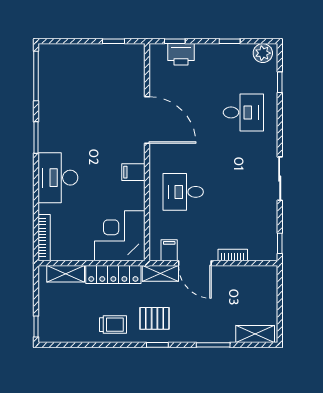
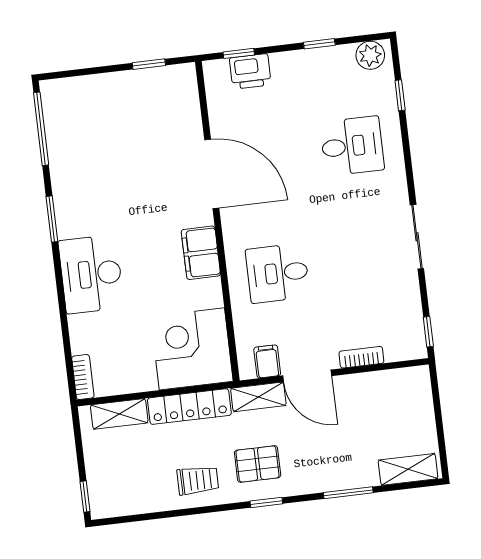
filing cabinet: (133, 172) -> (201, 253), width x2.00
bookcase: (44, 238) -> (83, 377), width x0.64

